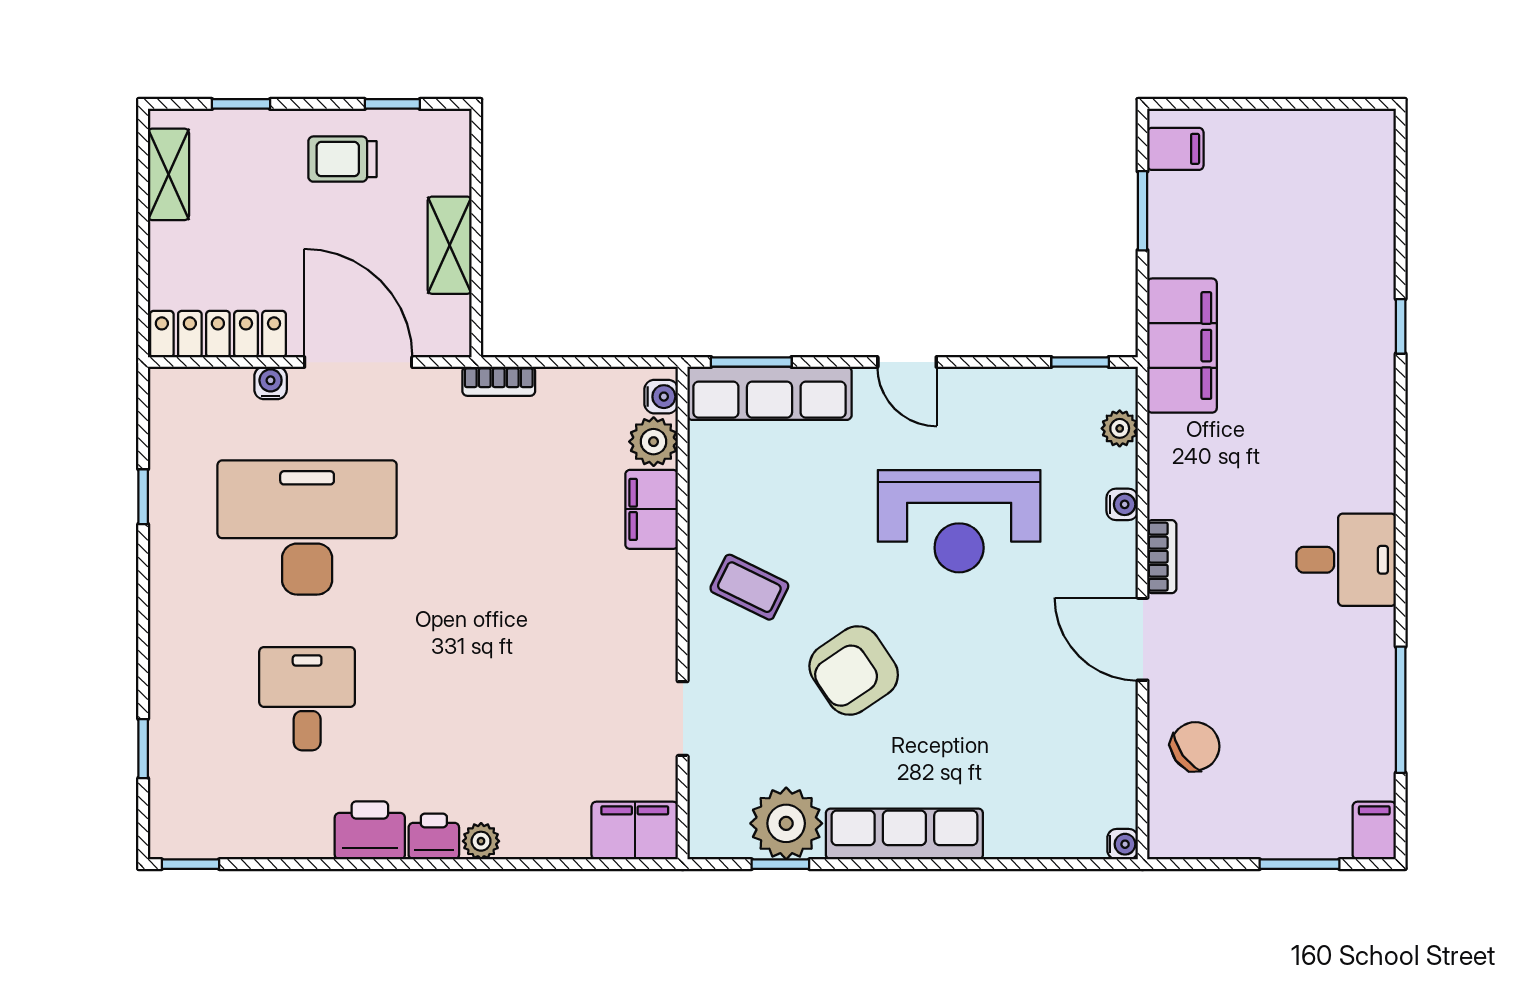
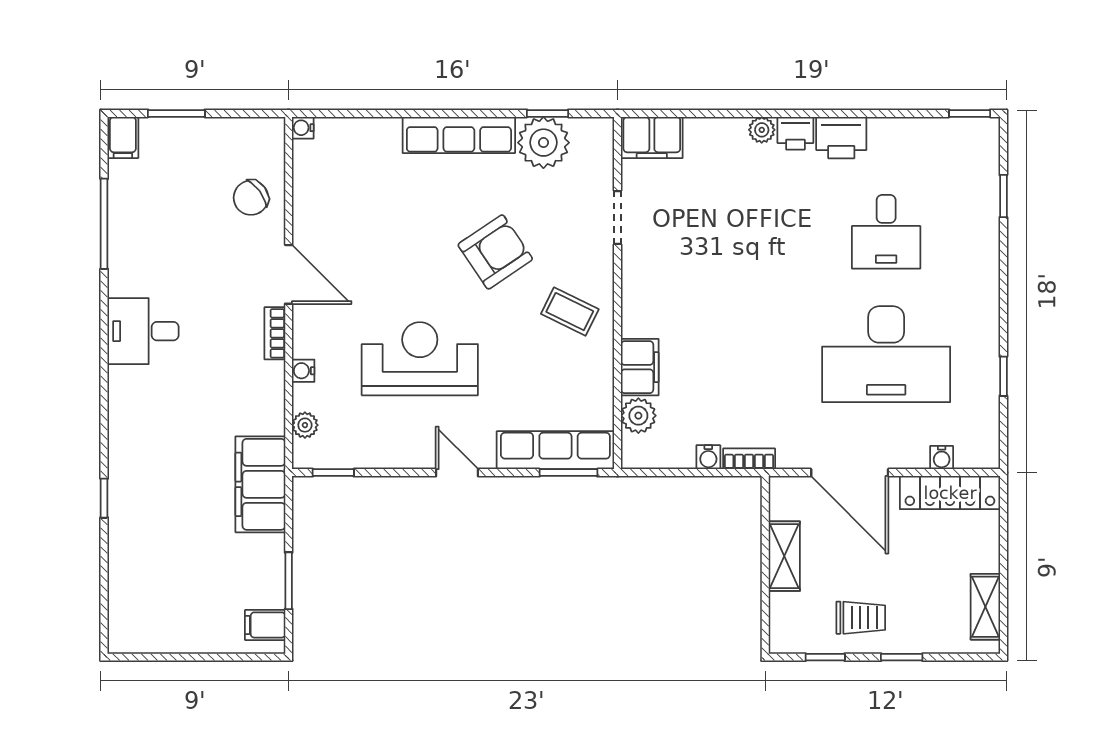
window: (241, 104) -> (902, 657), moved
water cooler: (271, 383) -> (942, 458), moved
water cooler: (661, 397) -> (708, 457), moved, turned -90

